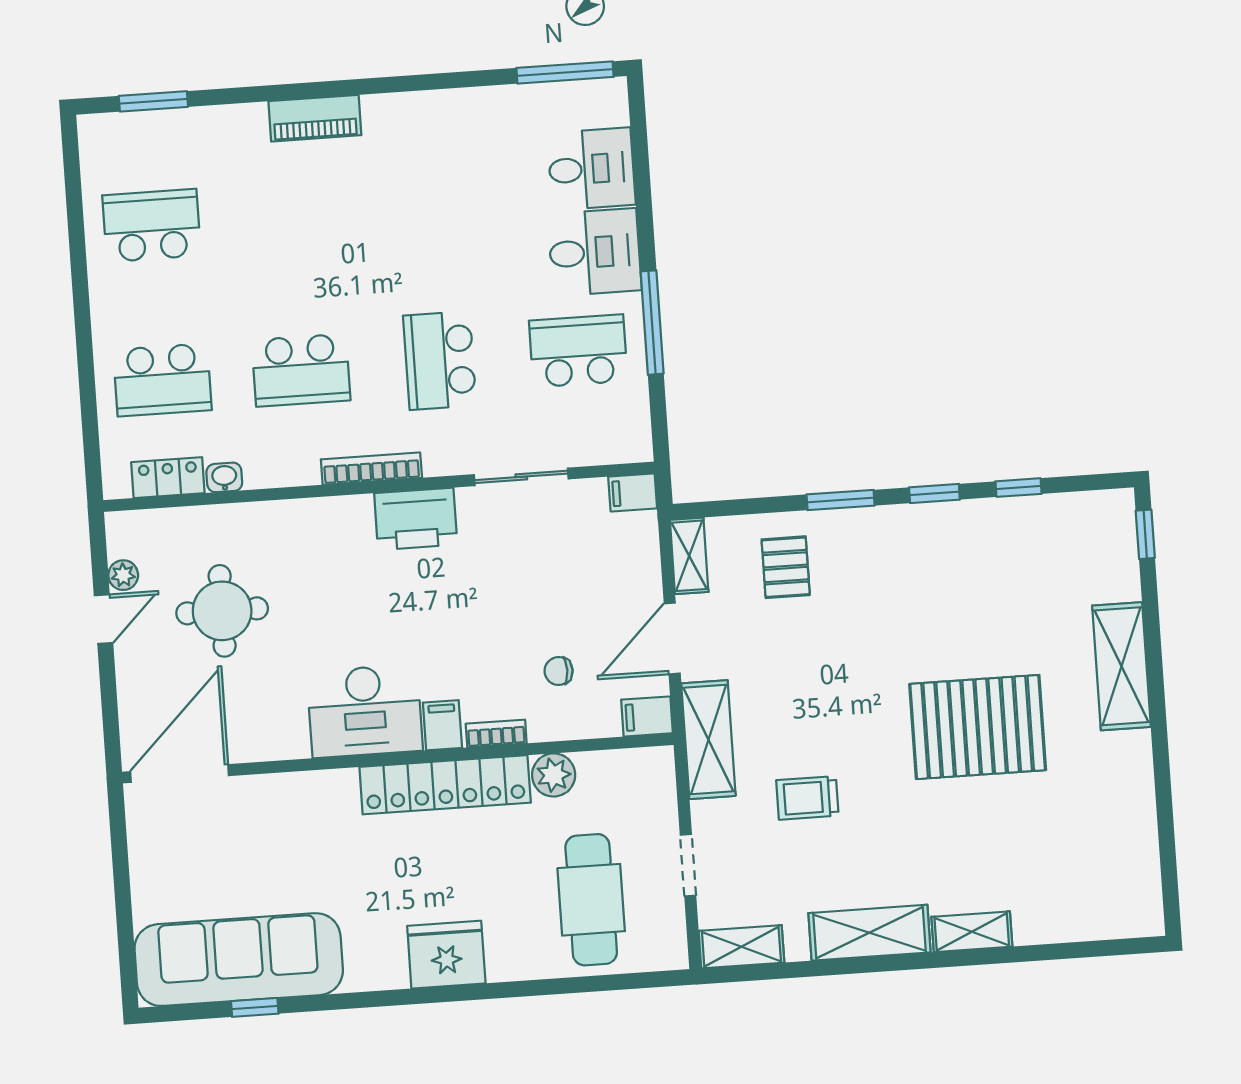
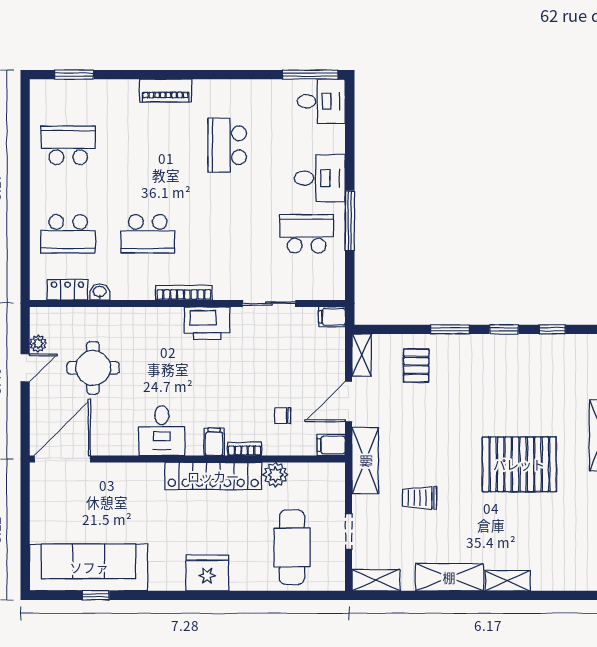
desk: (591, 169) -> (321, 101), moved
school desk: (440, 360) -> (227, 145), moved
desk: (365, 711) -> (162, 431), width x0.73

